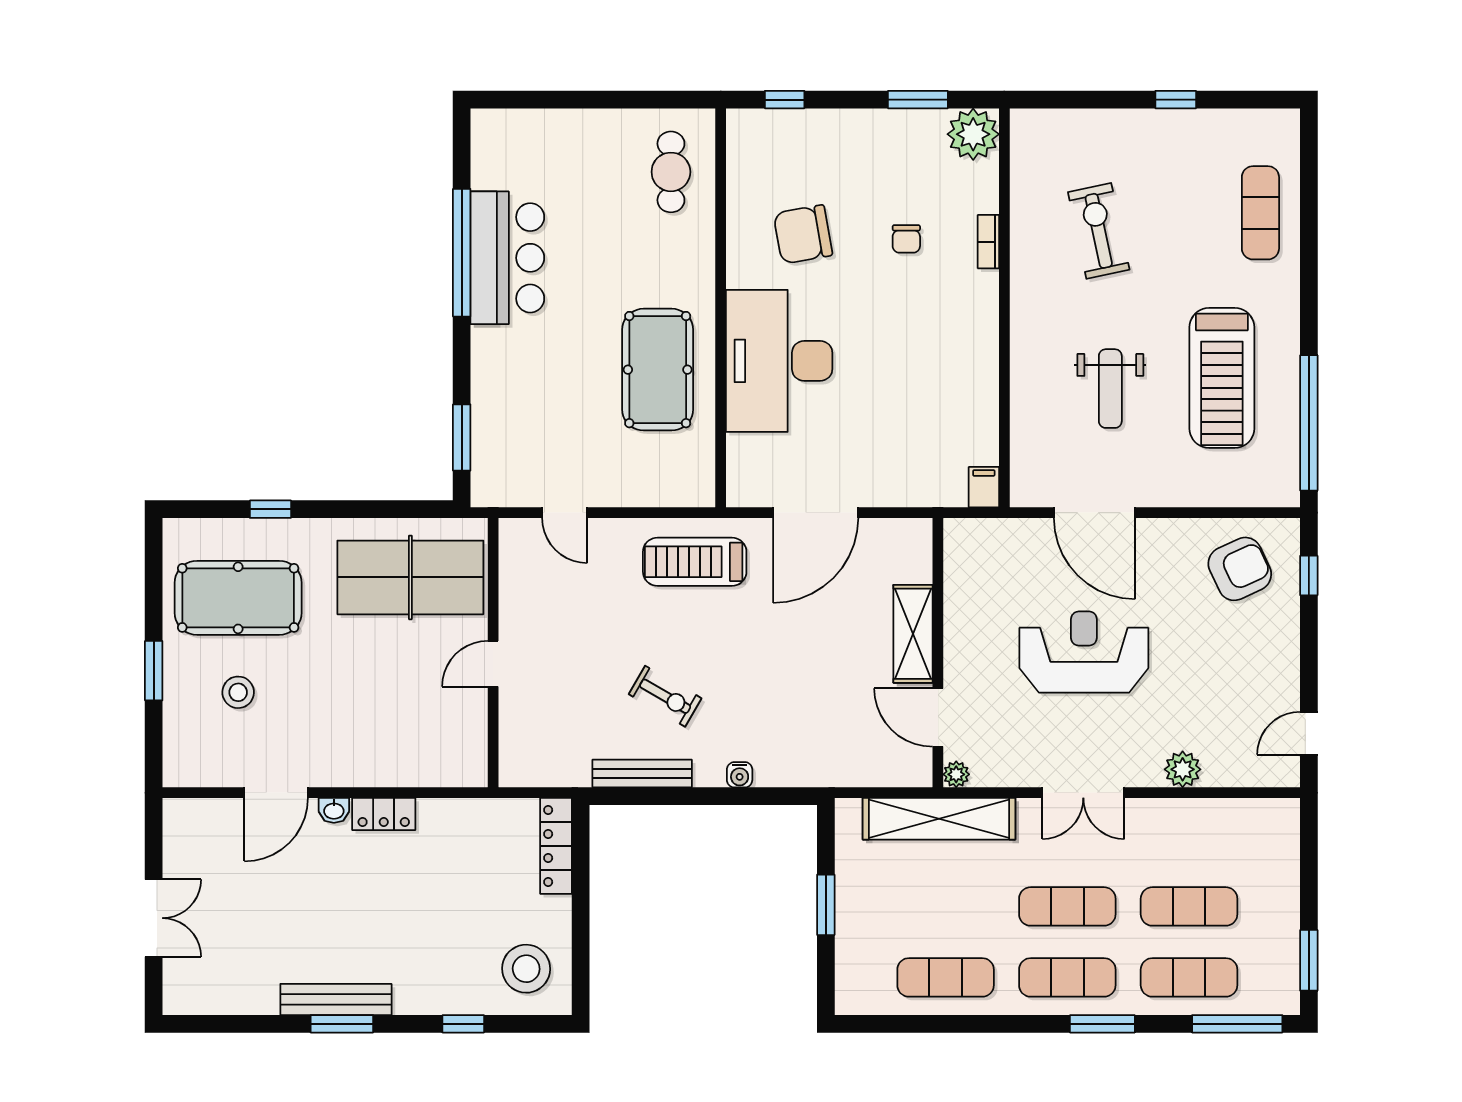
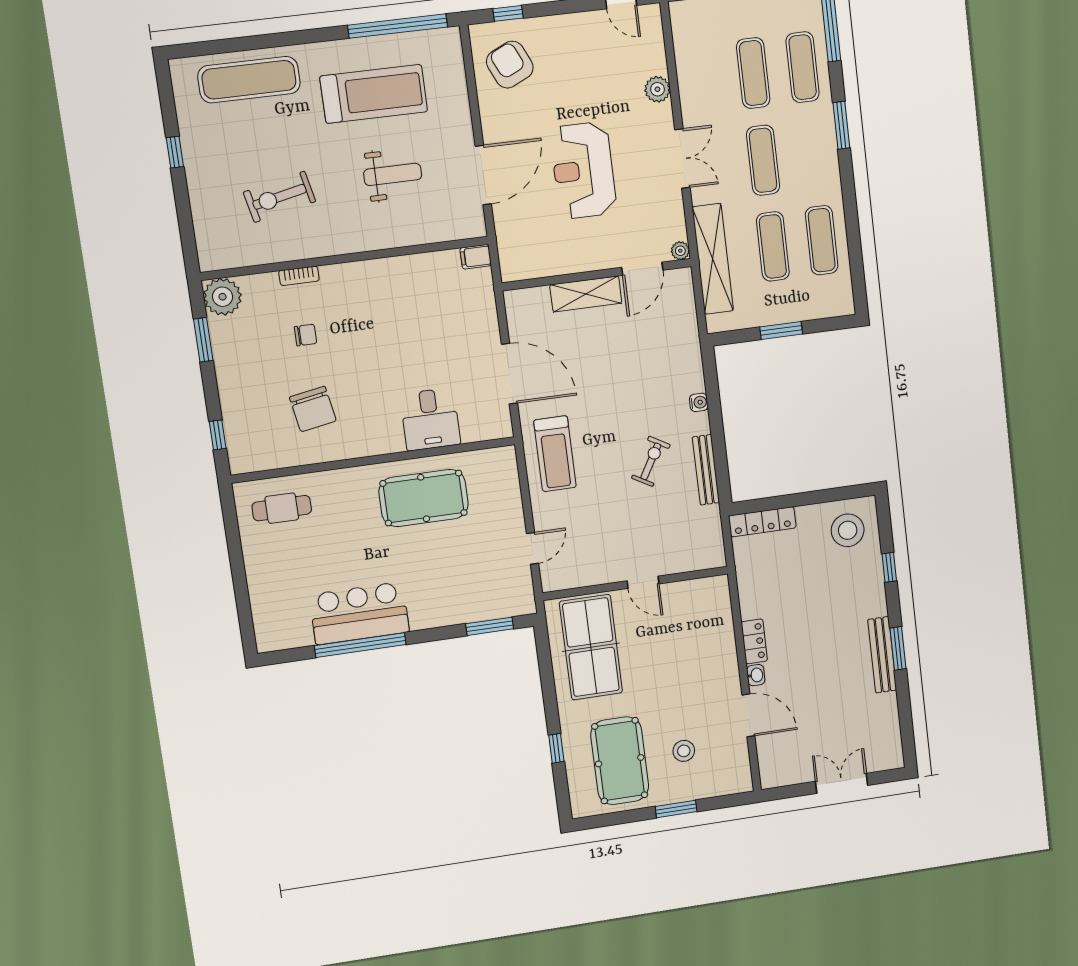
exercise mat: (1260, 213) -> (249, 80), width x1.36, depth x1.45
desk: (779, 361) -> (430, 419), width x0.53, depth x0.77
exercise mat: (1067, 977) -> (773, 246), moved

